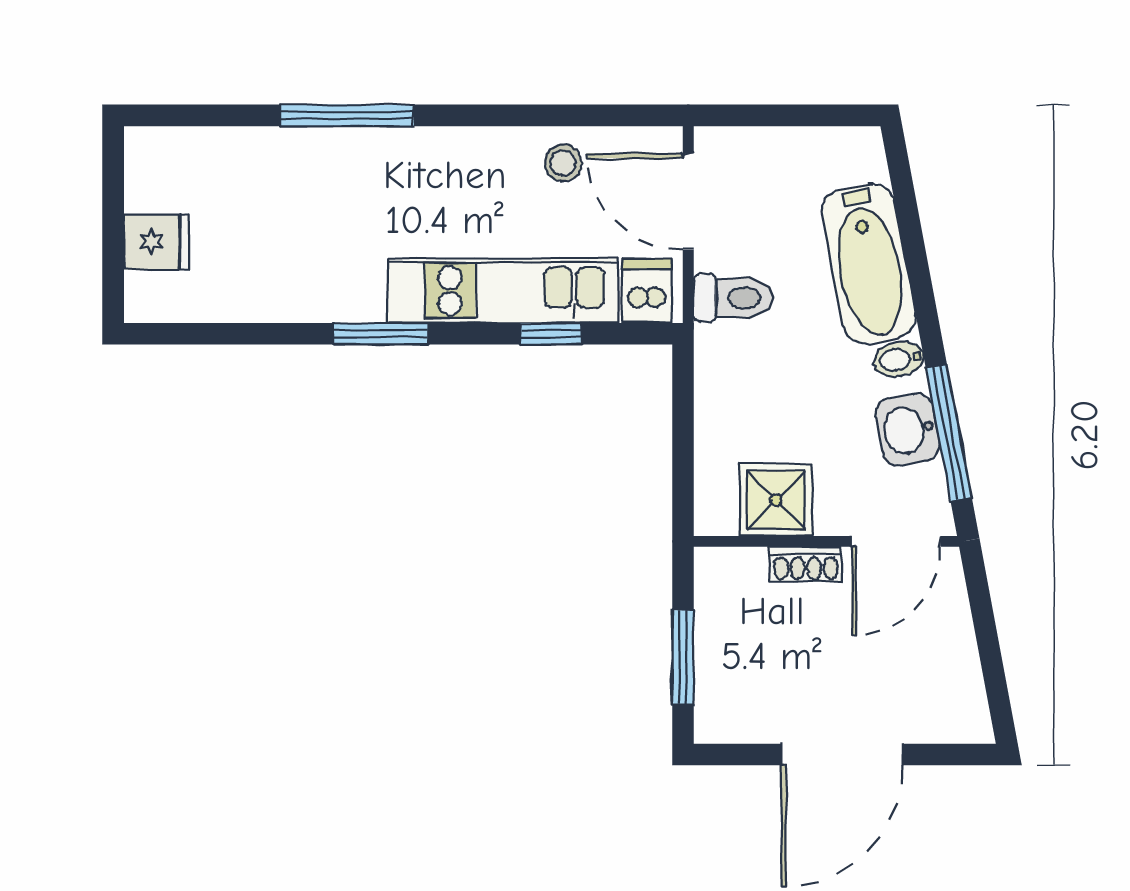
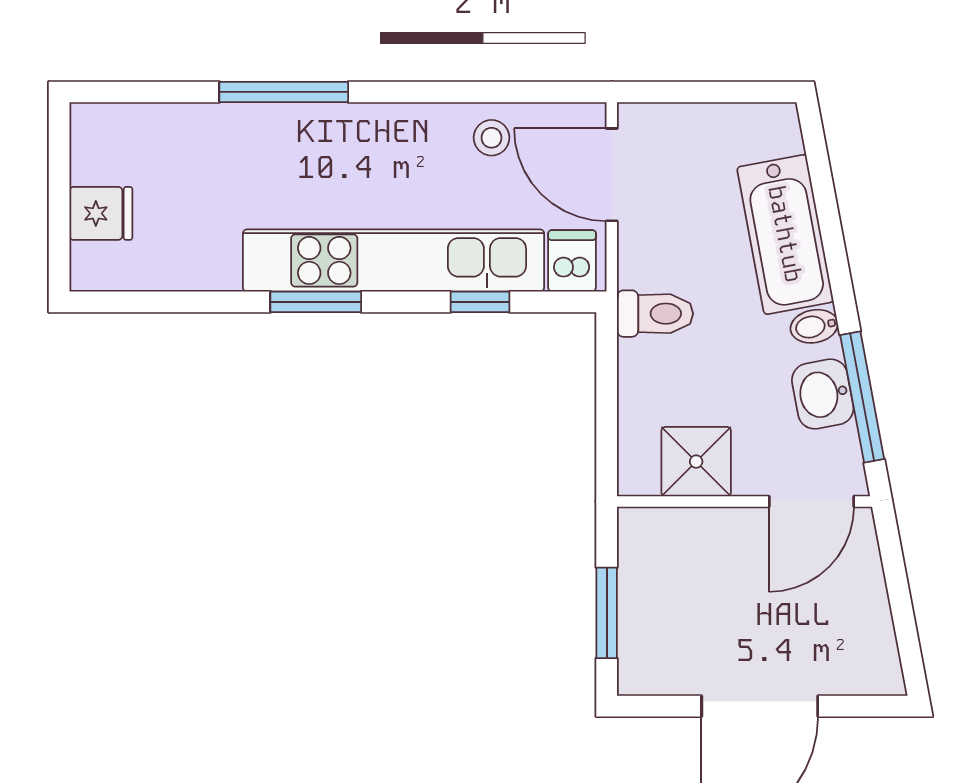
kitchen unit: (503, 291) -> (394, 260), width x1.36
toilet: (733, 298) -> (655, 314), moved
shoe rack: (806, 564) -> (725, 523), removed

